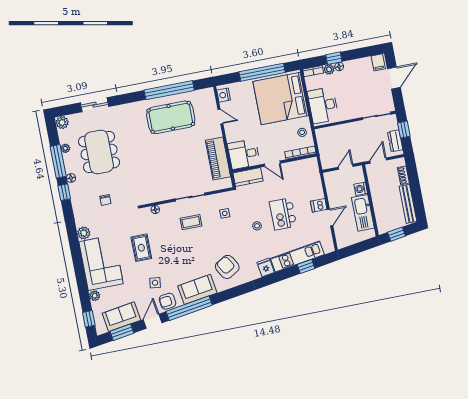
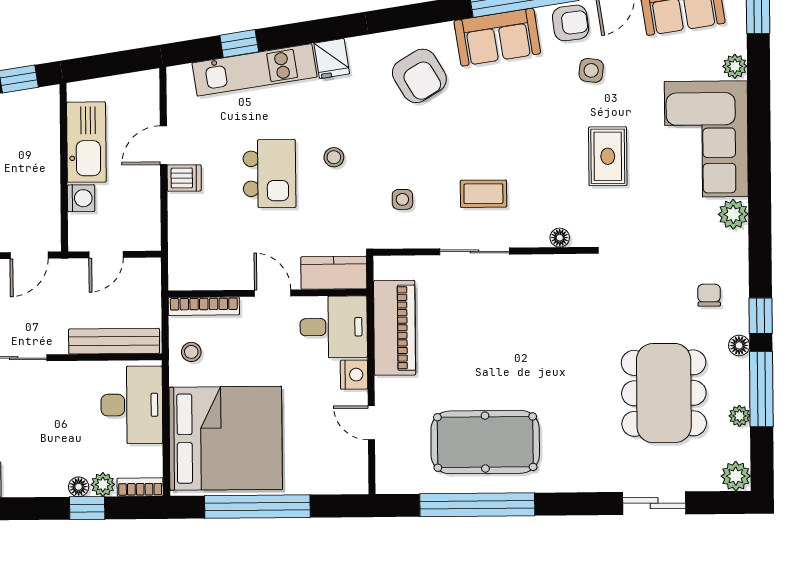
nightstand: (224, 95) -> (354, 375), moved
bench: (336, 131) -> (114, 341), added
chair: (105, 200) -> (709, 295), moved

